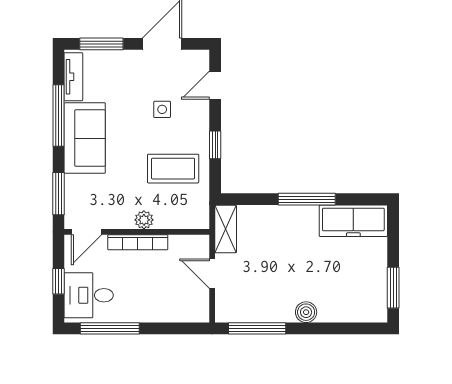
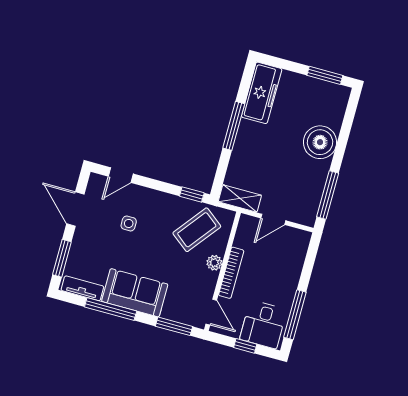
door: (215, 85) -> (121, 175), hinge flipped
window: (215, 145) -> (192, 194), moved
coffee table: (173, 169) -> (197, 230), moved, turned 38
boiler: (306, 312) -> (320, 142), width x1.86, depth x1.86

